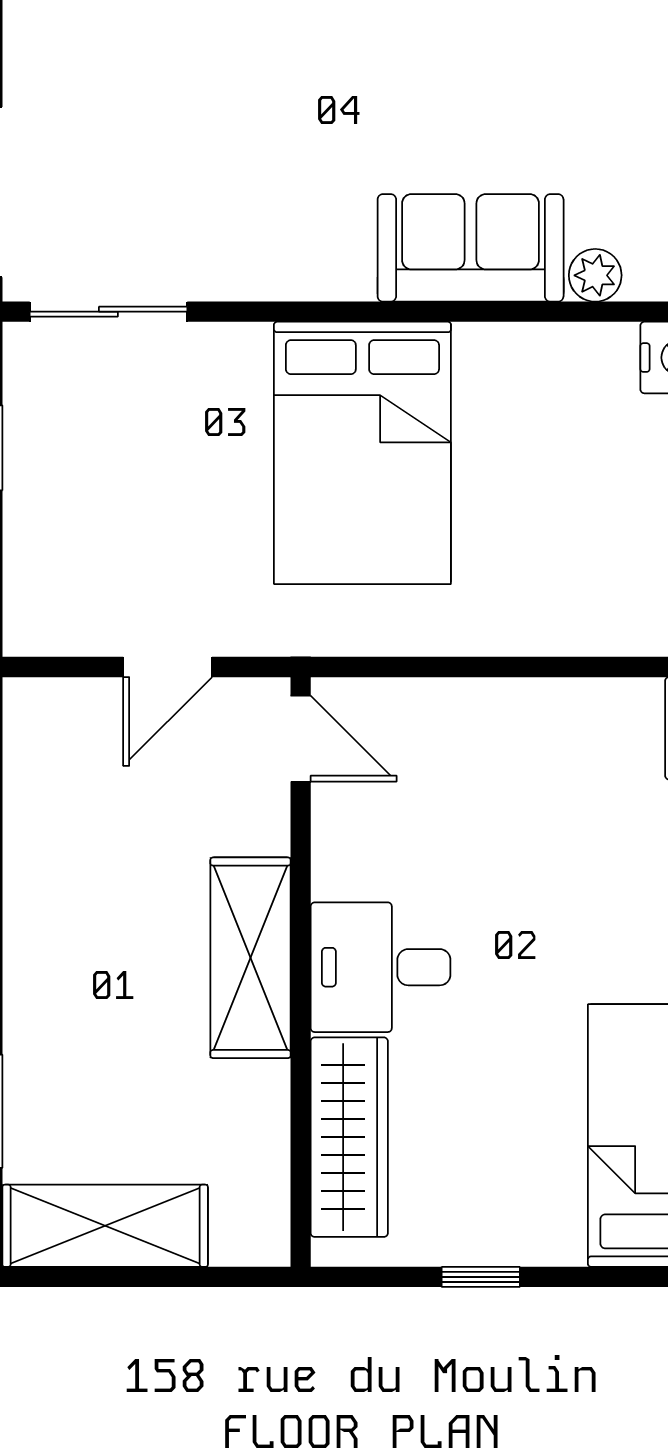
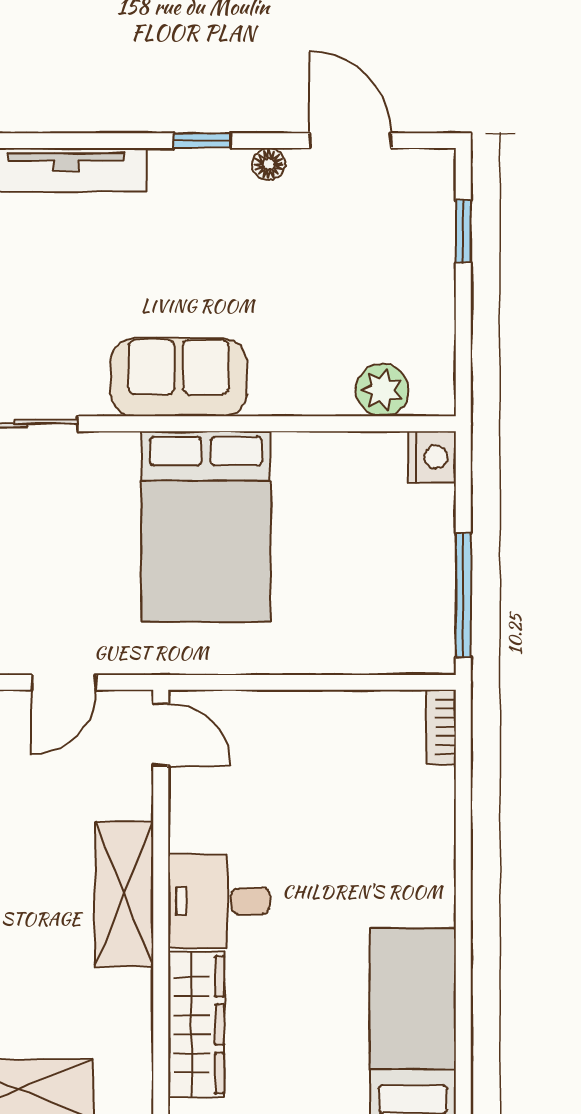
sofa: (471, 248) -> (179, 377), moved
plant: (595, 275) -> (382, 390), width x1.38, depth x1.38

